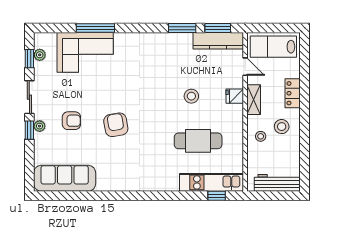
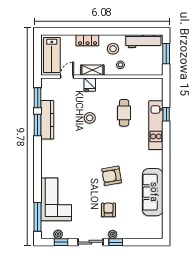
window: (95, 28) -> (38, 217), moved
kitchen counter: (218, 41) -> (47, 120), moved
cafe table: (198, 141) -> (124, 113), width x0.73, depth x0.74
sofa: (65, 178) -> (153, 192), moved
kitchen unit: (212, 182) -> (156, 125), moved
workbench: (277, 183) -> (143, 41), moved, turned -90
window: (217, 196) -> (166, 114), moved
window: (275, 196) -> (166, 54), added

